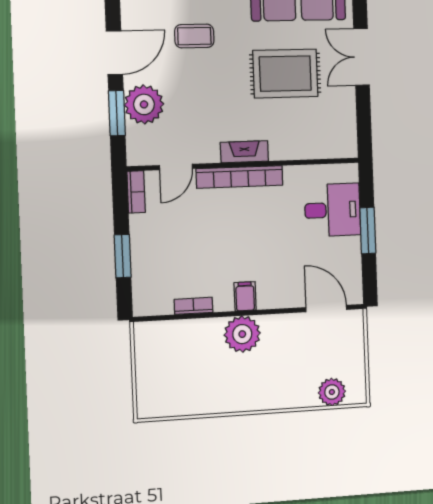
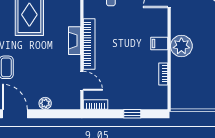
plant: (144, 104) -> (45, 103), width x0.53, depth x0.53
window: (117, 113) -> (50, 114), removed
window: (123, 256) -> (132, 114), width x0.67

